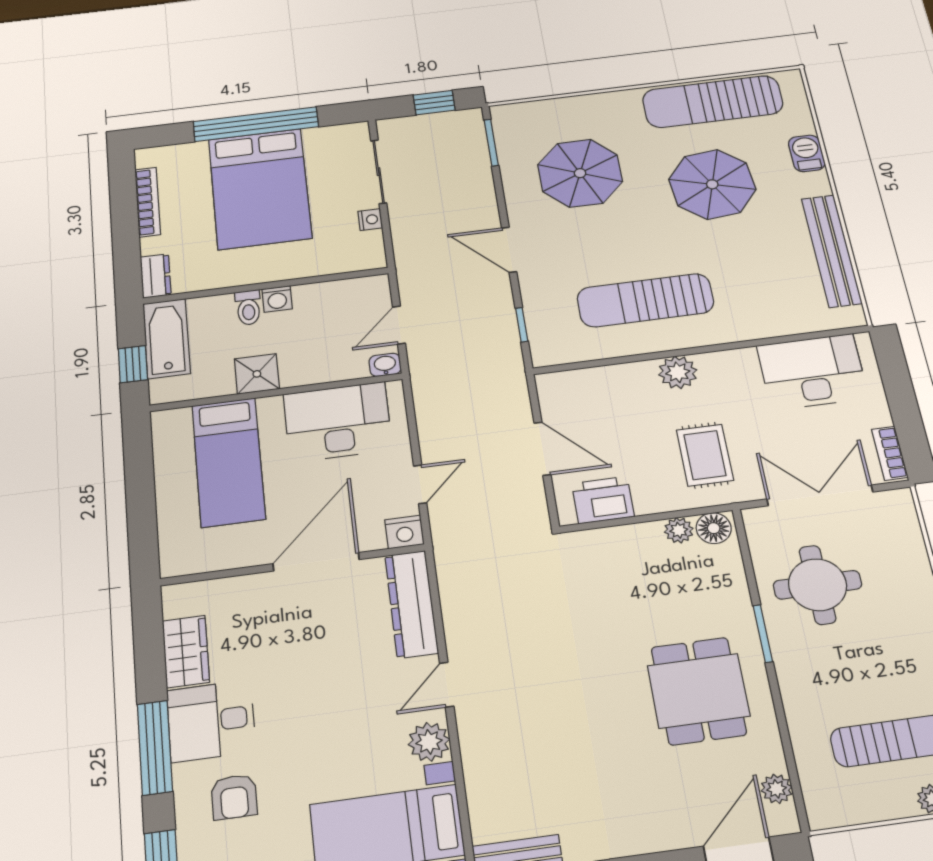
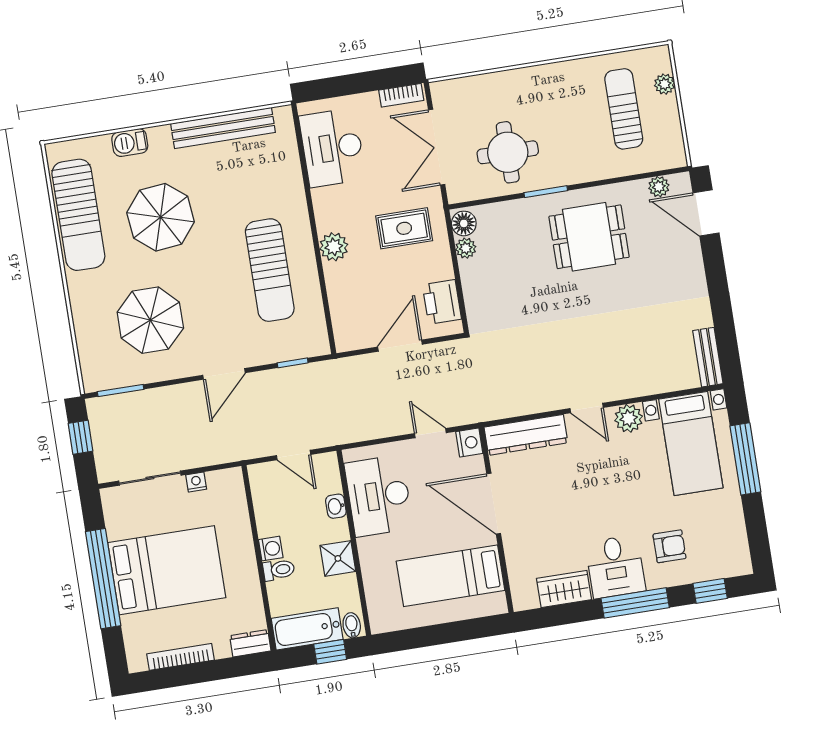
washbasin: (385, 365) -> (336, 506), moved
bidet: (165, 389) -> (352, 625), added
bed: (228, 462) -> (451, 576), moved, turned 180

